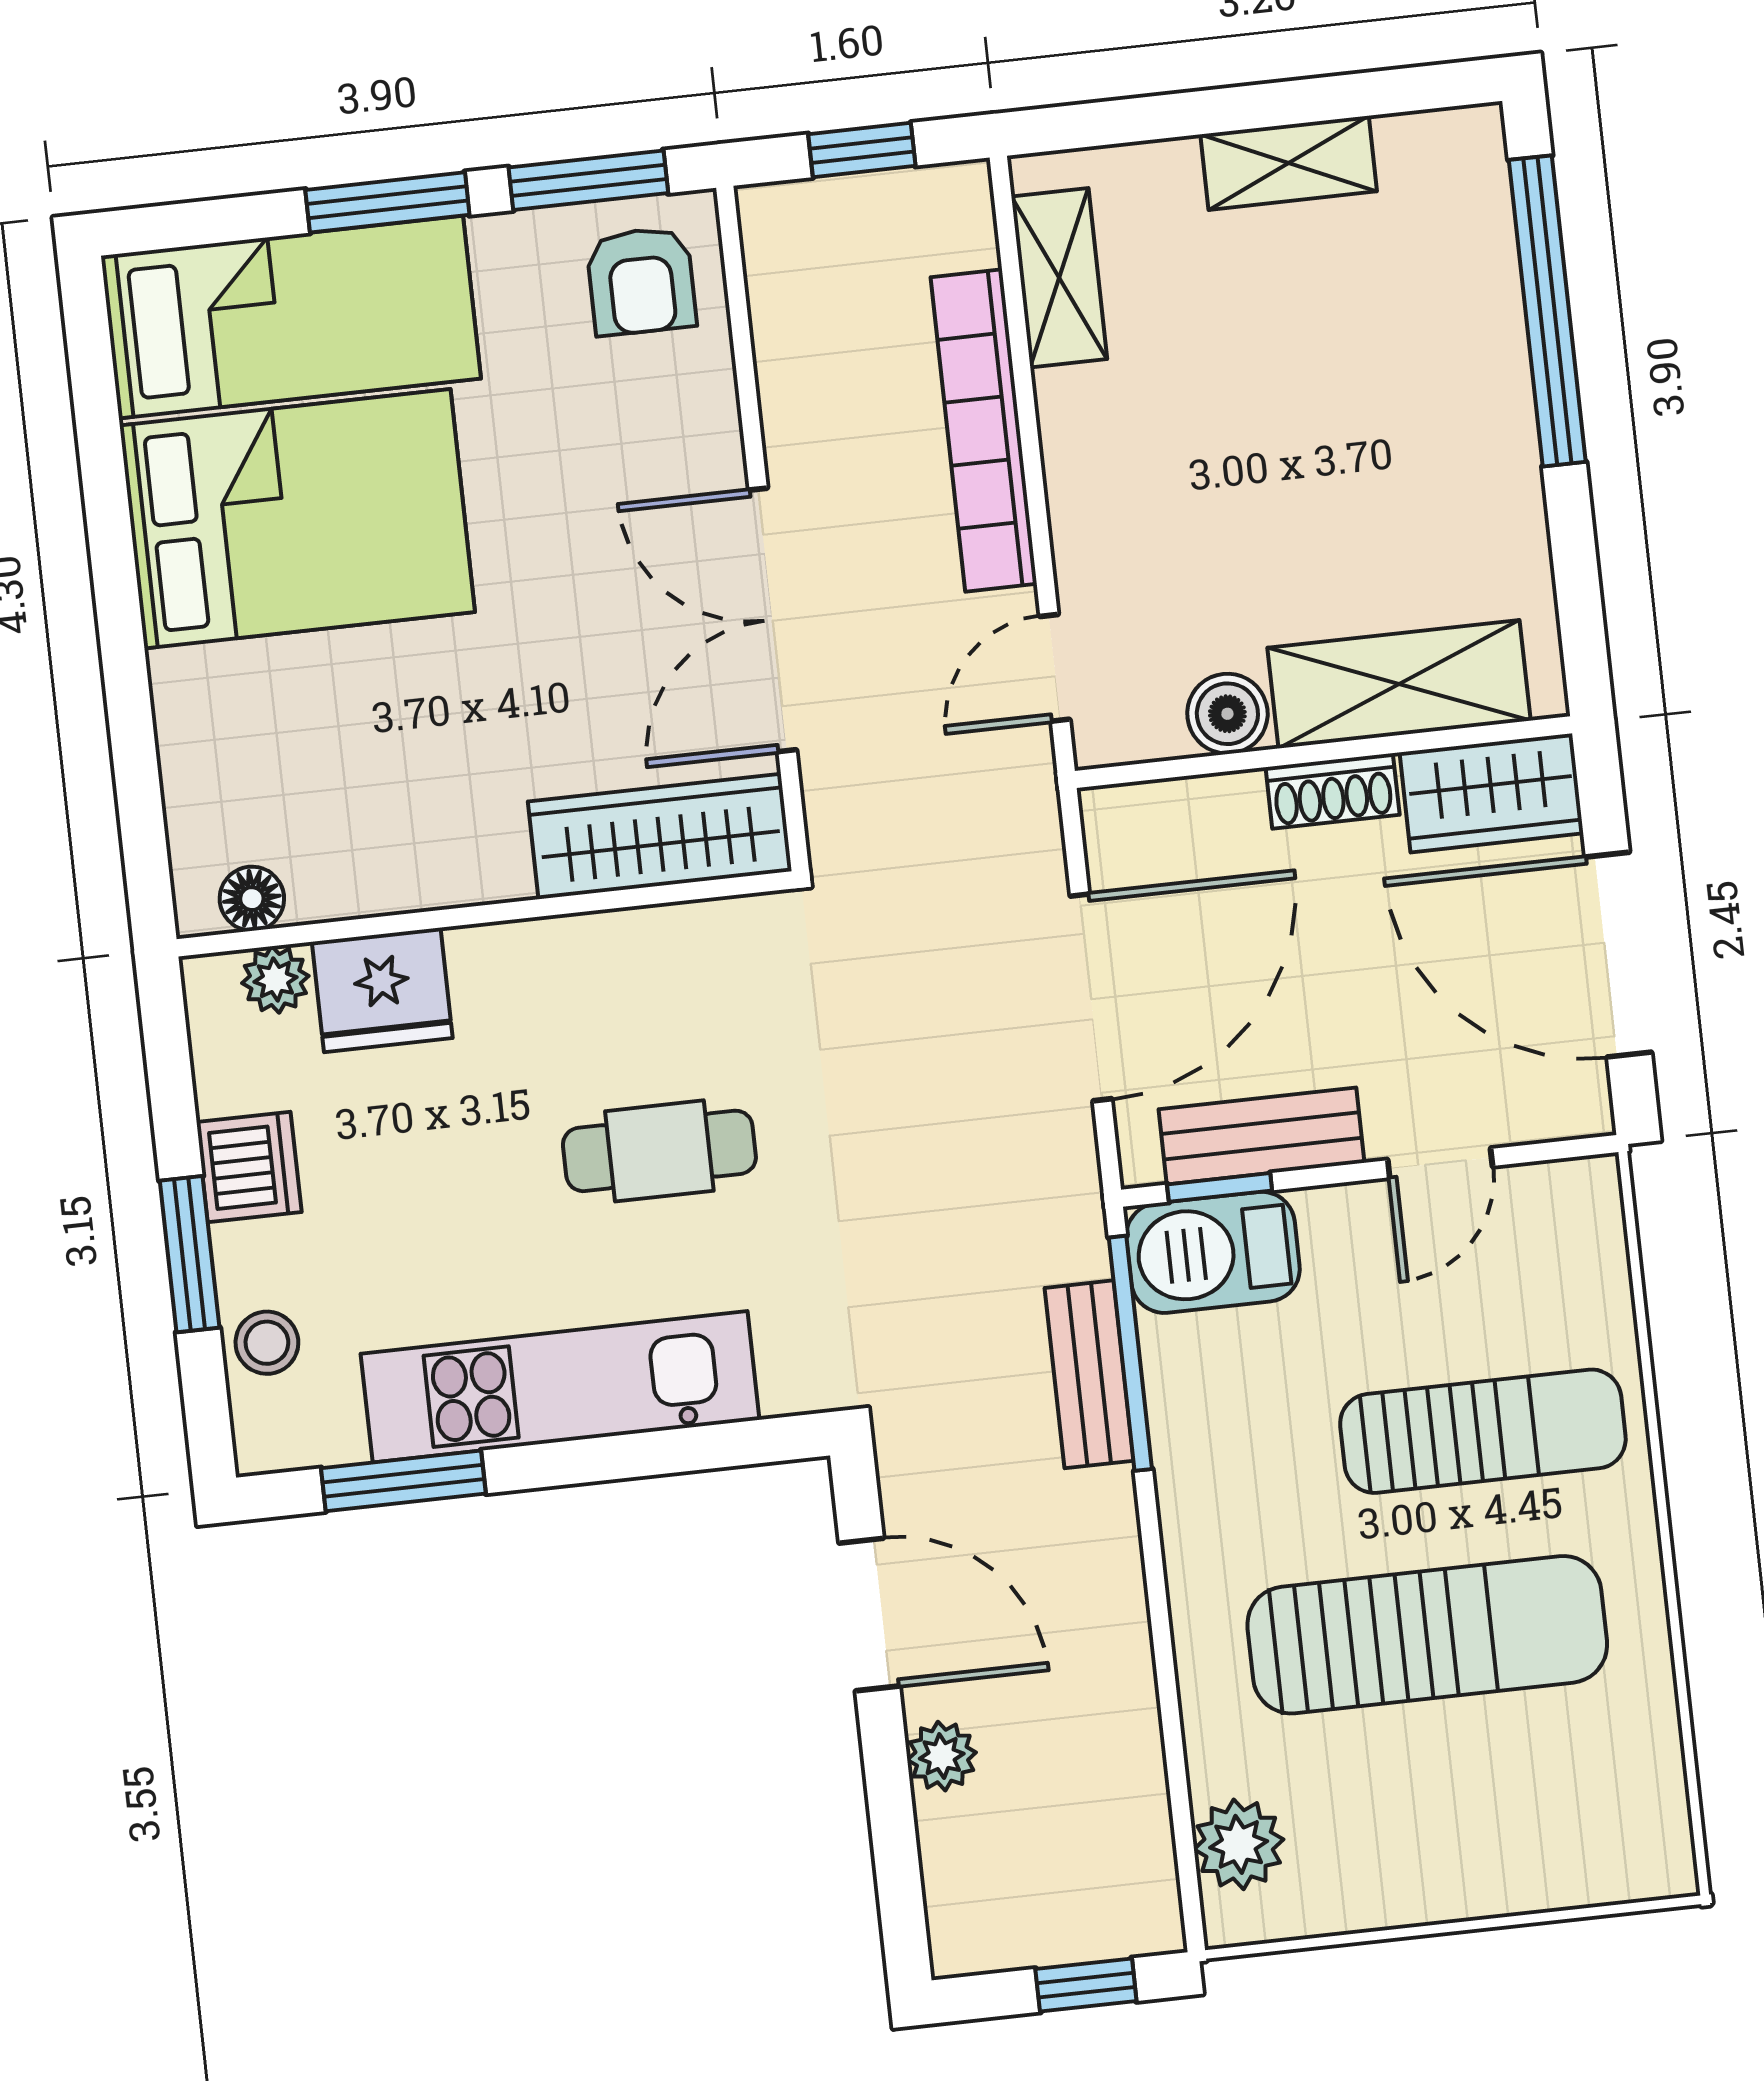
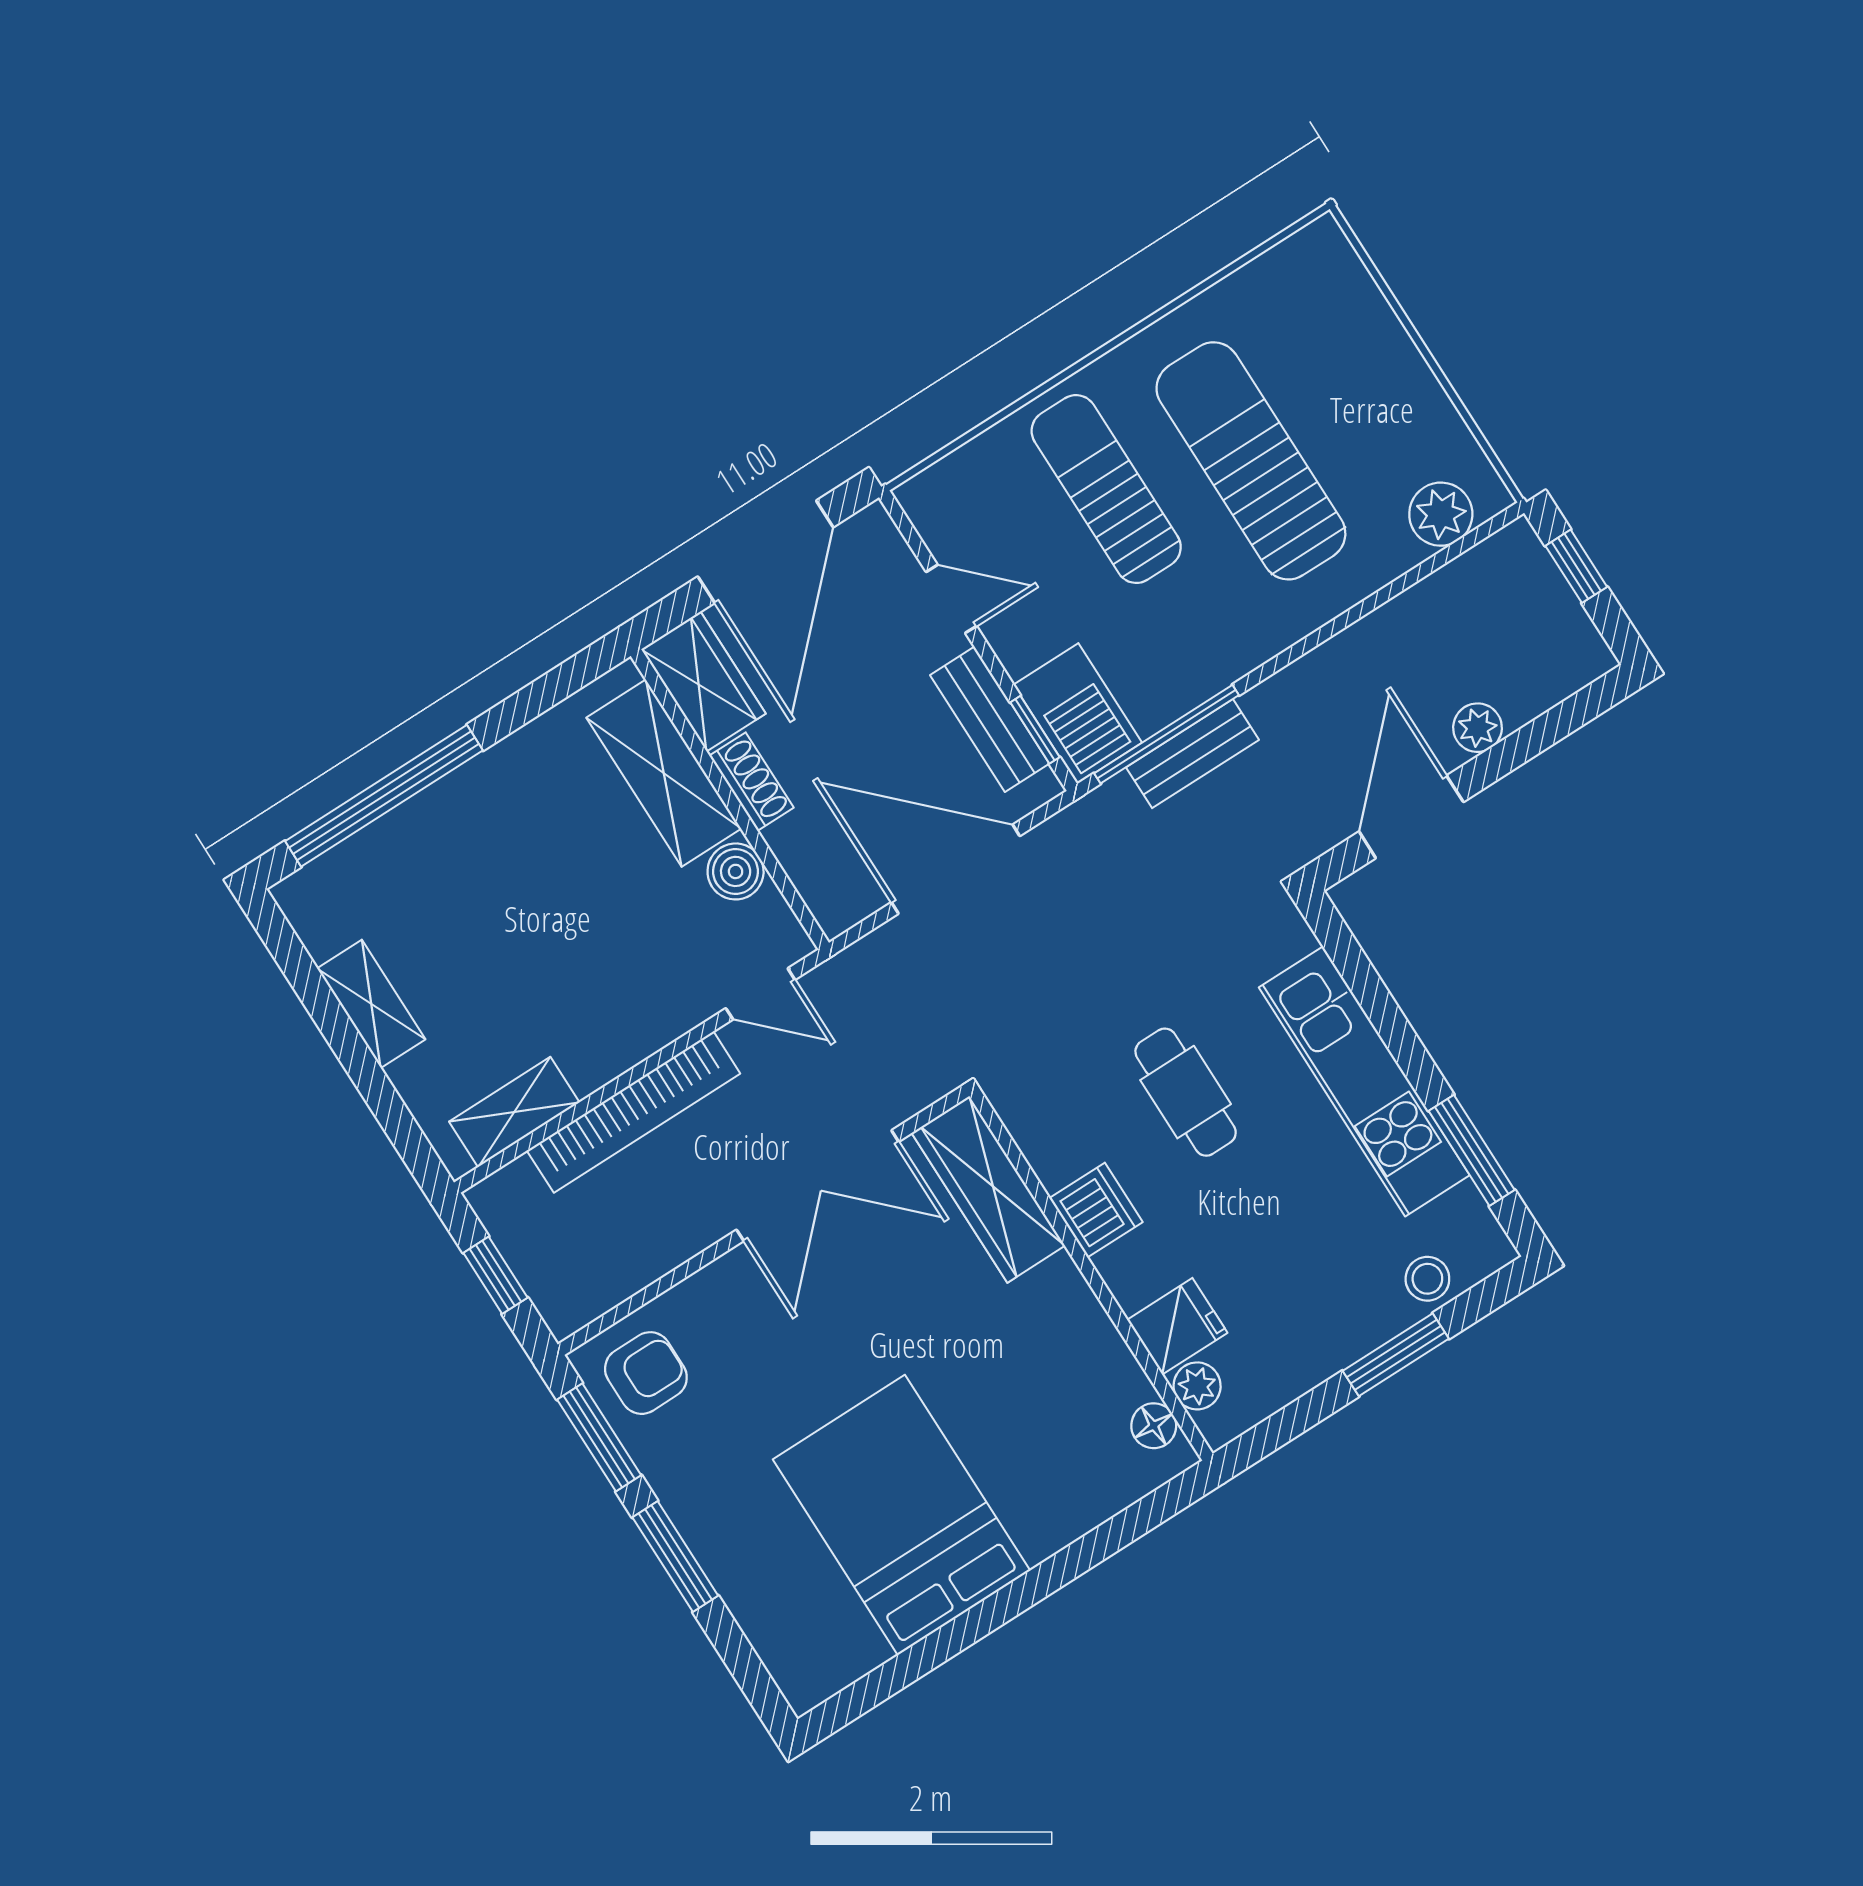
bed: (291, 317) -> (777, 1581), removed
fridge: (382, 990) -> (1177, 1326), width x0.72
dishwasher: (249, 1167) -> (1096, 1210), moved, turned 90

